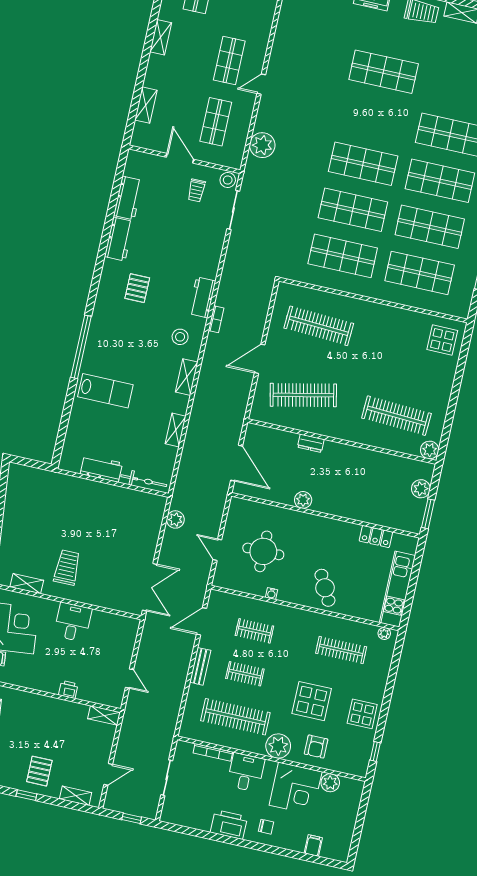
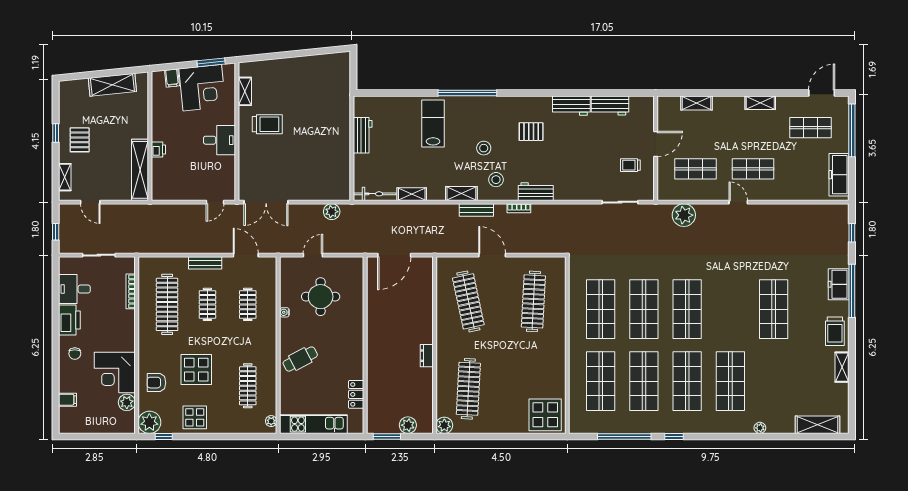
stool: (228, 180) -> (484, 148), moved
display table: (442, 340) -> (545, 415), width x1.36, depth x1.36
bench: (208, 365) -> (476, 210), added
lab bench: (105, 391) -> (433, 123), turned 180
dresser: (311, 443) -> (427, 356), moved
bicycle: (144, 481) -> (375, 194), moved, turned -90
plant: (303, 500) -> (374, 322), removed
door: (129, 679) -> (215, 202), moved
shelving: (104, 715) -> (140, 170), width x2.20, depth x1.33
plant: (278, 746) -> (149, 422), moved
pallet: (39, 771) -> (80, 140), turned 90
desk: (246, 772) -> (74, 289), moved, turned 180

